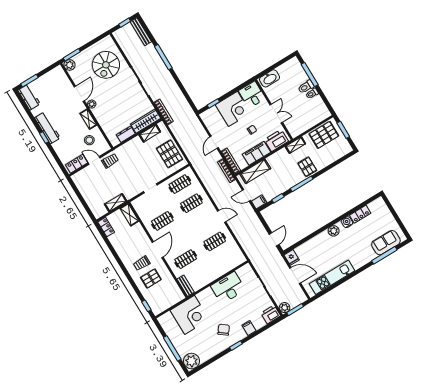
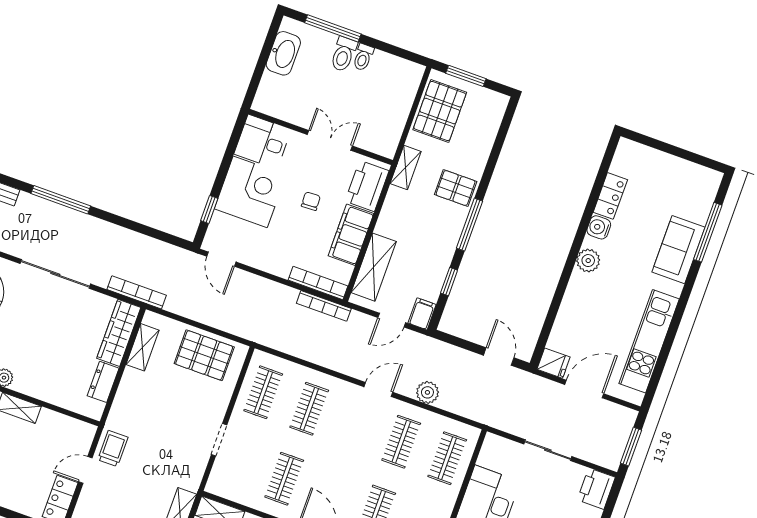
washbasin: (270, 78) -> (283, 53), moved
stool: (89, 140) -> (49, 442), removed
door: (214, 142) -> (221, 259), moved
sofa: (386, 243) -> (678, 250), moved
clothes rail: (226, 261) -> (447, 458), added
plant: (285, 308) -> (427, 392), moved

